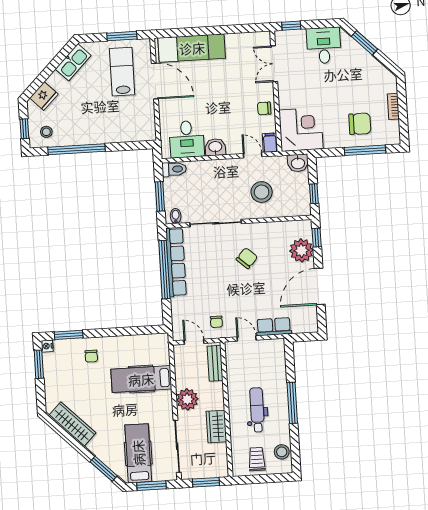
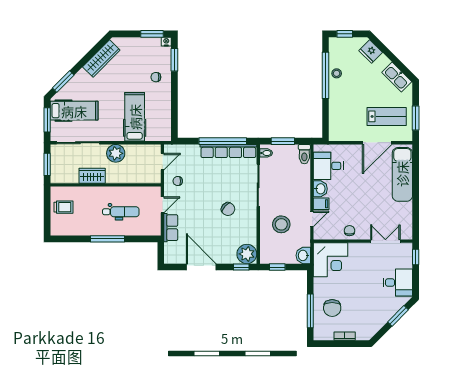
stool: (46, 132) -> (337, 73), moved
filing cabinet: (270, 143) -> (321, 204), moved
plant: (301, 250) -> (247, 254), moved
bench: (215, 363) -> (144, 178), removed
dental chair: (257, 410) -> (121, 212), moved
stool: (282, 452) -> (68, 228), removed

